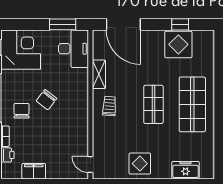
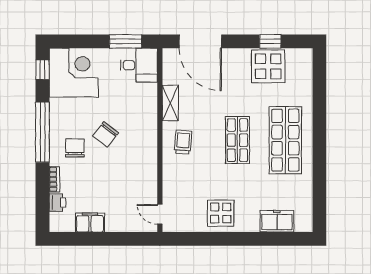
desk: (74, 49) -> (139, 65), width x0.73

